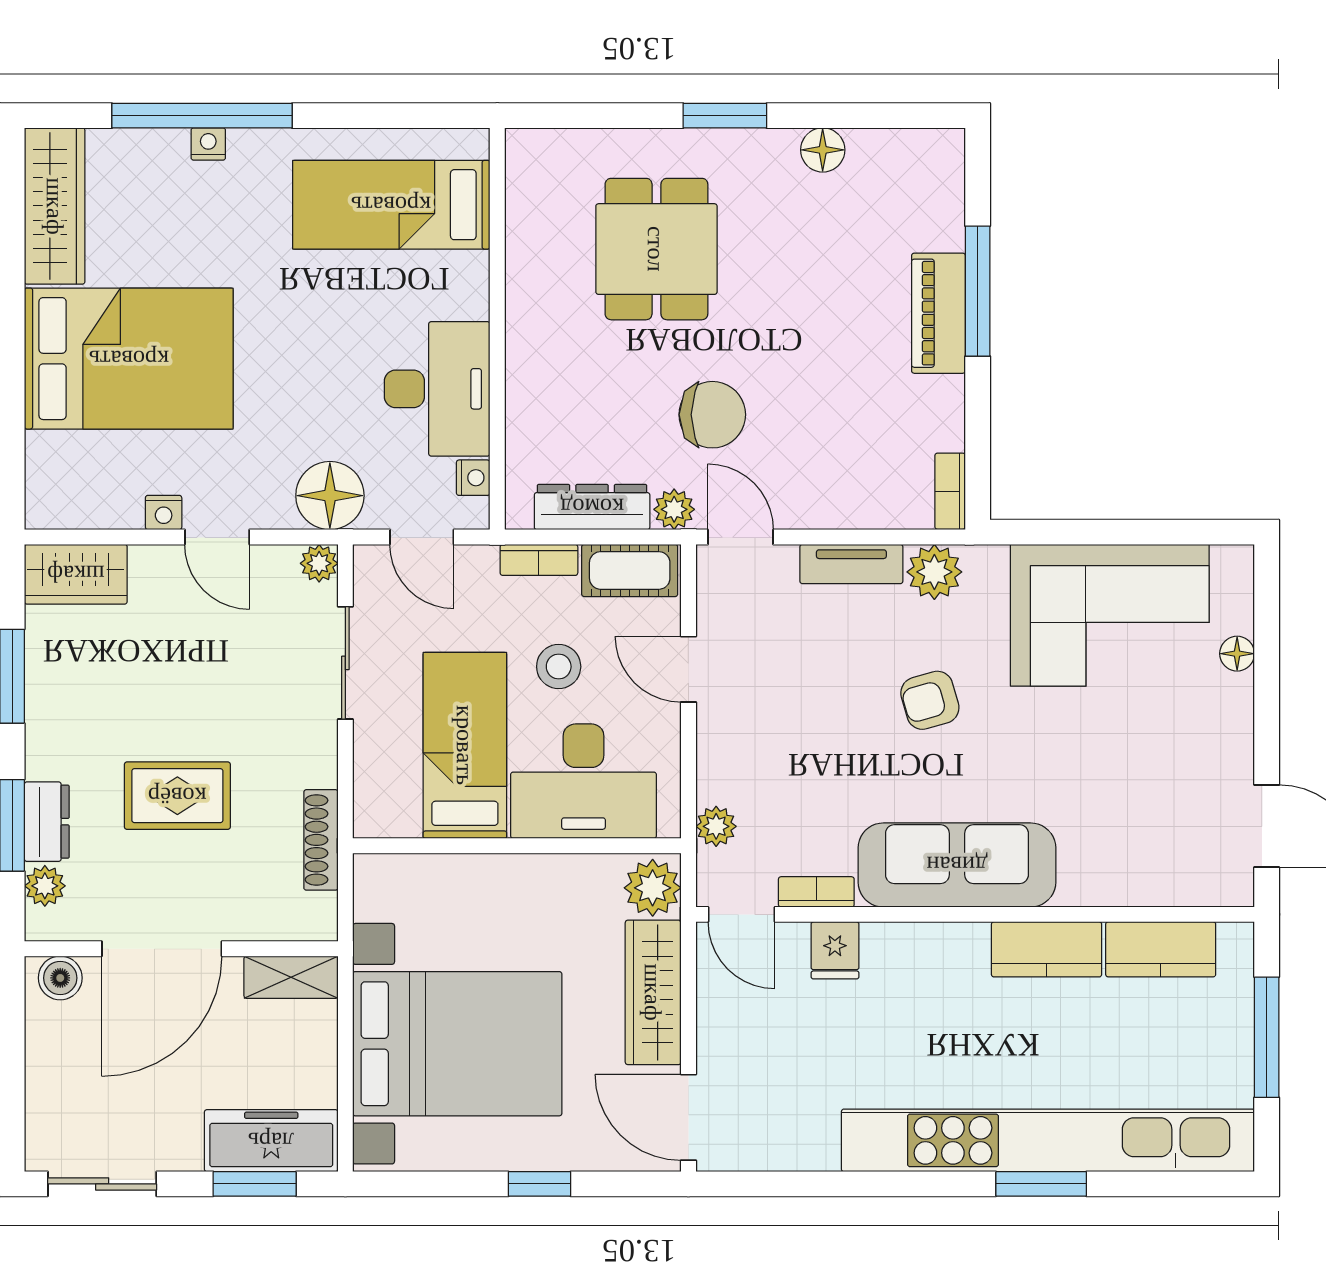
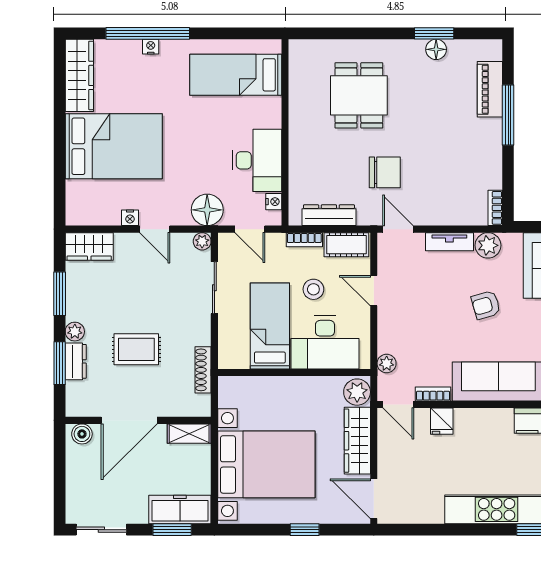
window: (725, 116) -> (434, 33), moved
piano: (938, 313) -> (490, 89), moved
plant: (674, 509) -> (367, 216), removed
plant: (45, 886) -> (75, 332), moved

